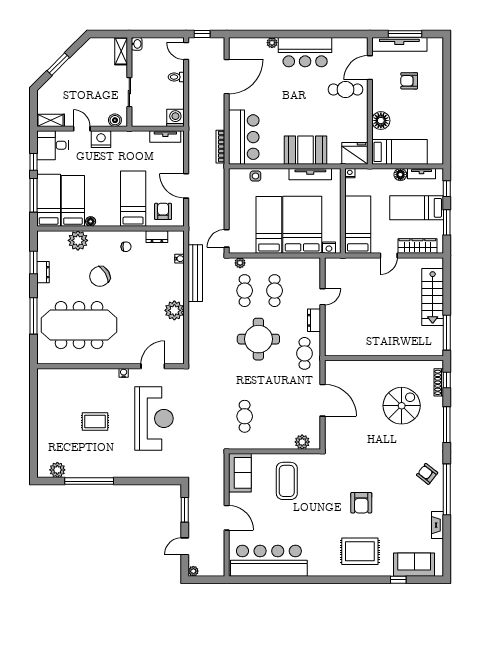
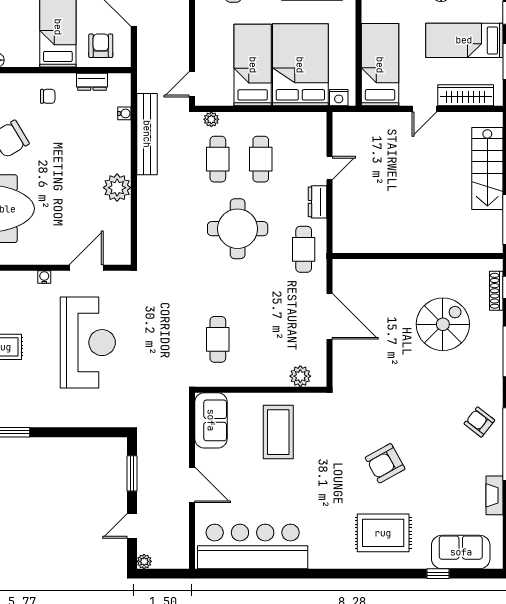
armchair: (361, 503) -> (385, 463), turned 61

